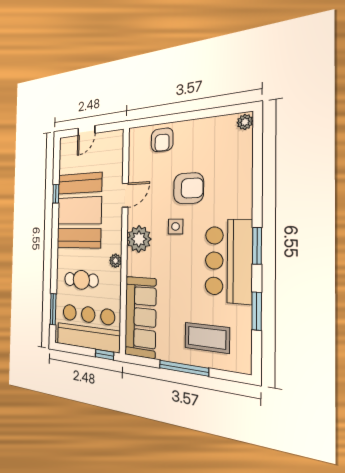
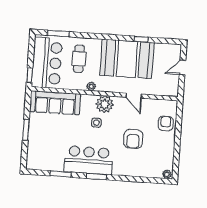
door: (86, 131) -> (182, 67), hinge flipped
armchair: (162, 140) -> (166, 123), turned 89
side table: (176, 226) -> (96, 123), moved
coffee table: (207, 338) -> (45, 145), removed
window: (184, 368) -> (26, 130), width x0.69

